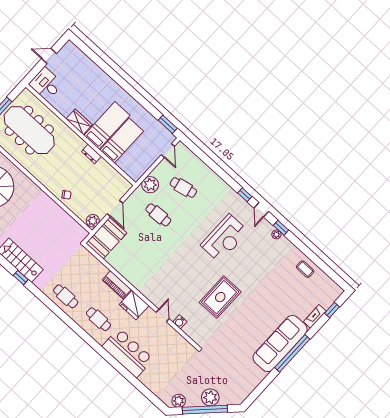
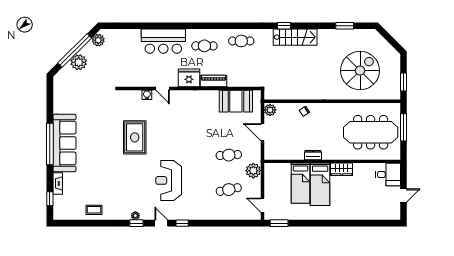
booth: (106, 238) -> (236, 101), moved, turned 90

